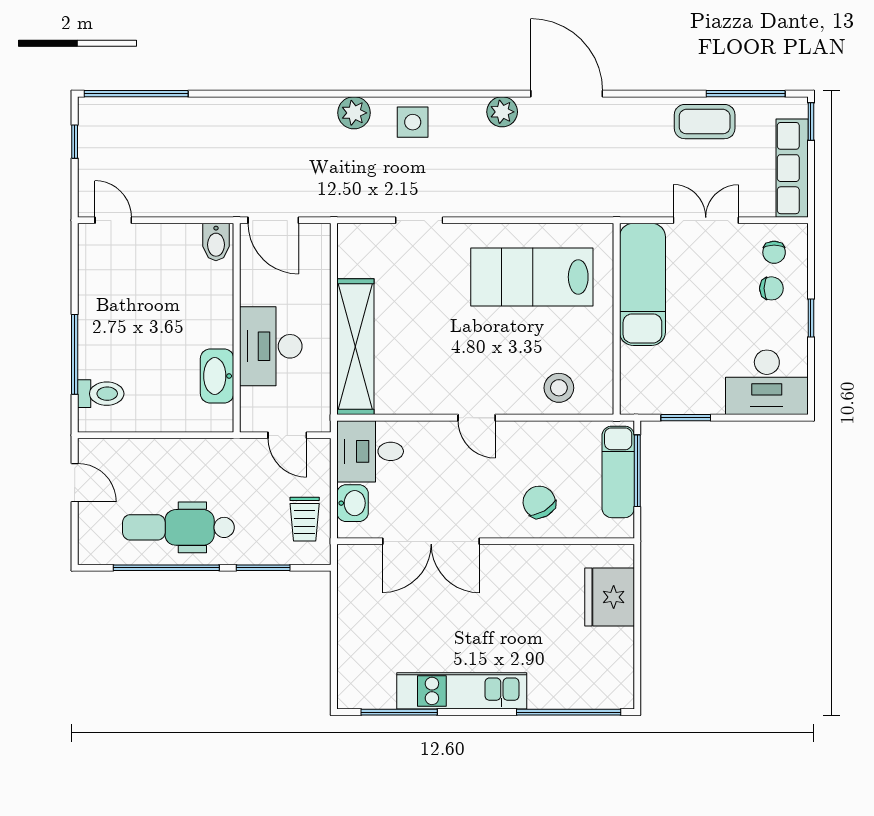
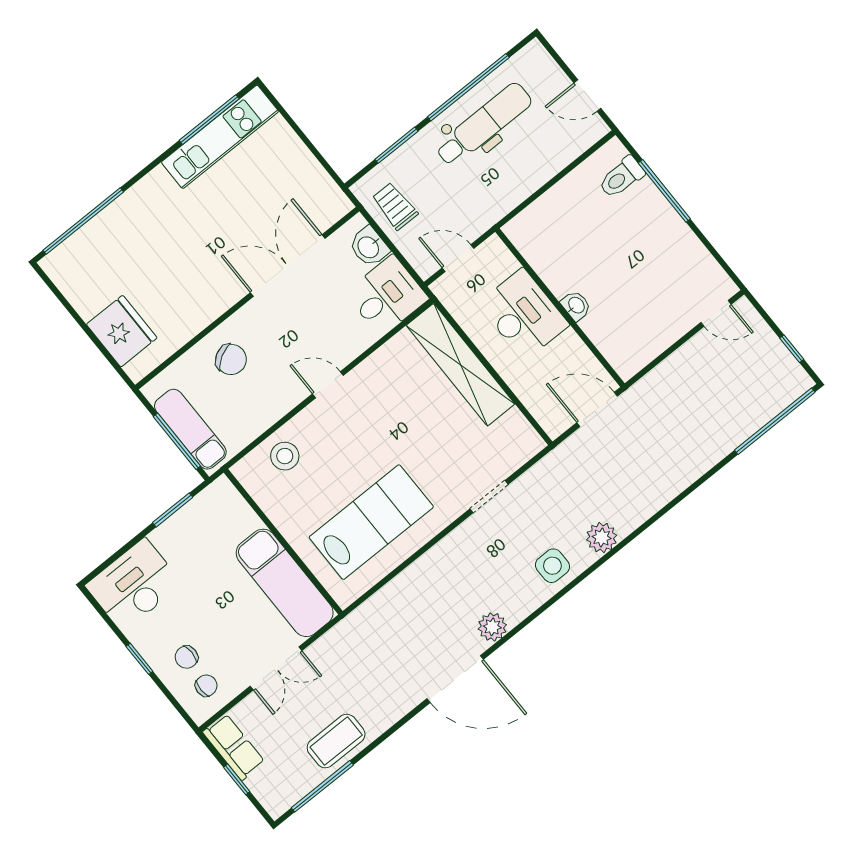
window: (811, 121) -> (237, 779), moved
row of seats: (792, 168) -> (234, 747), width x0.68
bidet: (216, 242) -> (627, 359), removed
chair: (774, 252) -> (206, 686), turned 90
washbasin: (217, 376) -> (576, 306), moved, width x0.52, depth x0.69
kitchen unit: (462, 691) -> (220, 137), moved

